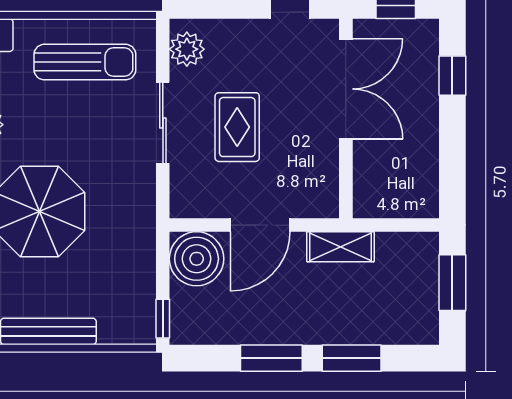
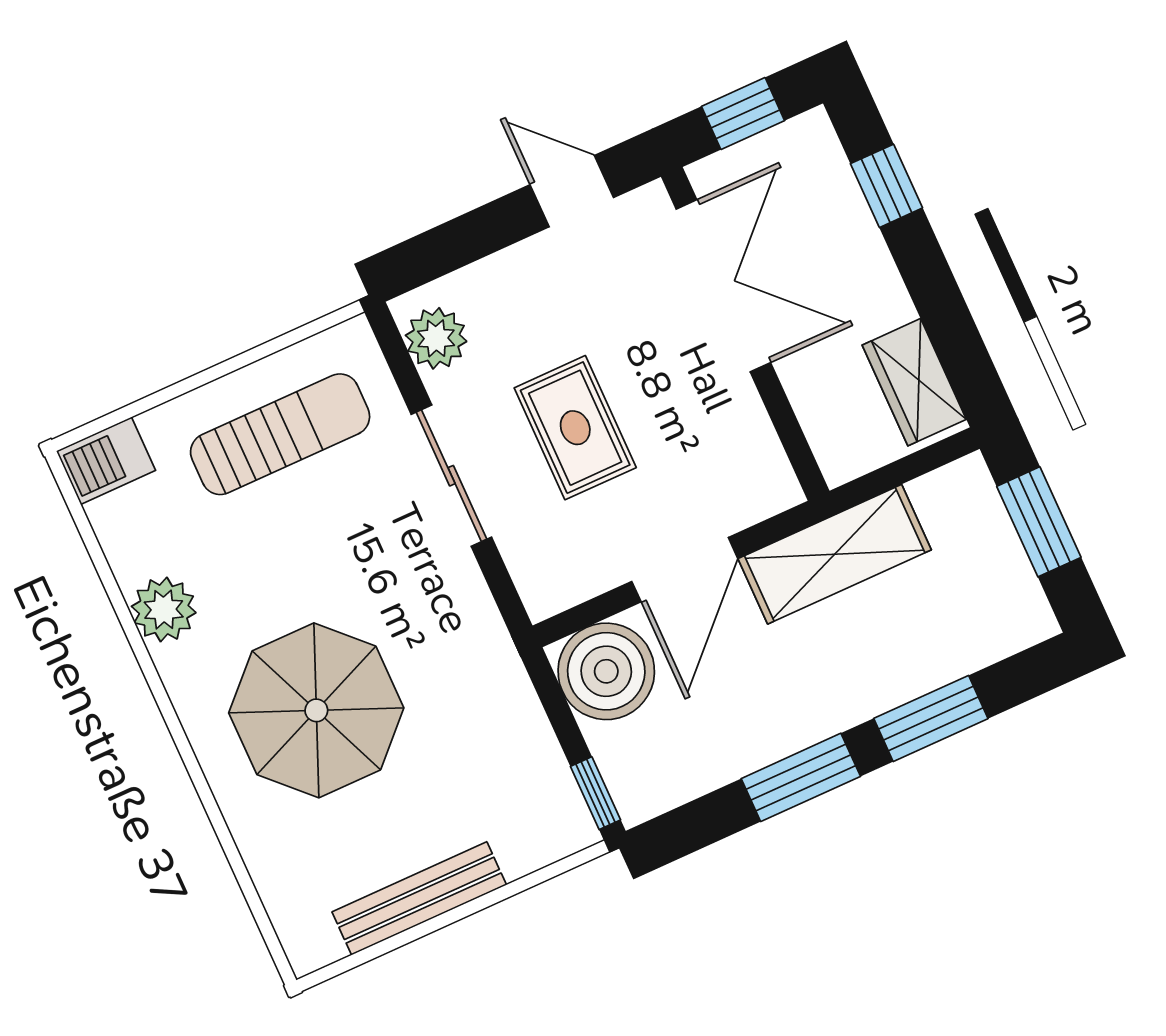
wardrobe: (421, 182) -> (914, 382), added
shelving: (340, 247) -> (835, 554), width x1.50, depth x1.33

